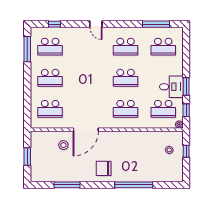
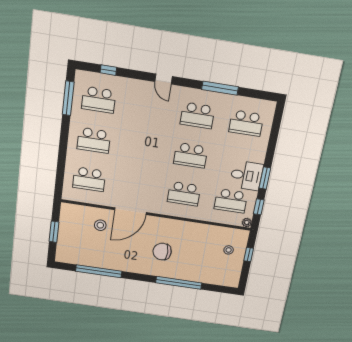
window: (156, 24) -> (220, 88), moved
chair: (104, 168) -> (162, 252), moved
window: (67, 185) -> (99, 271), width x1.46

